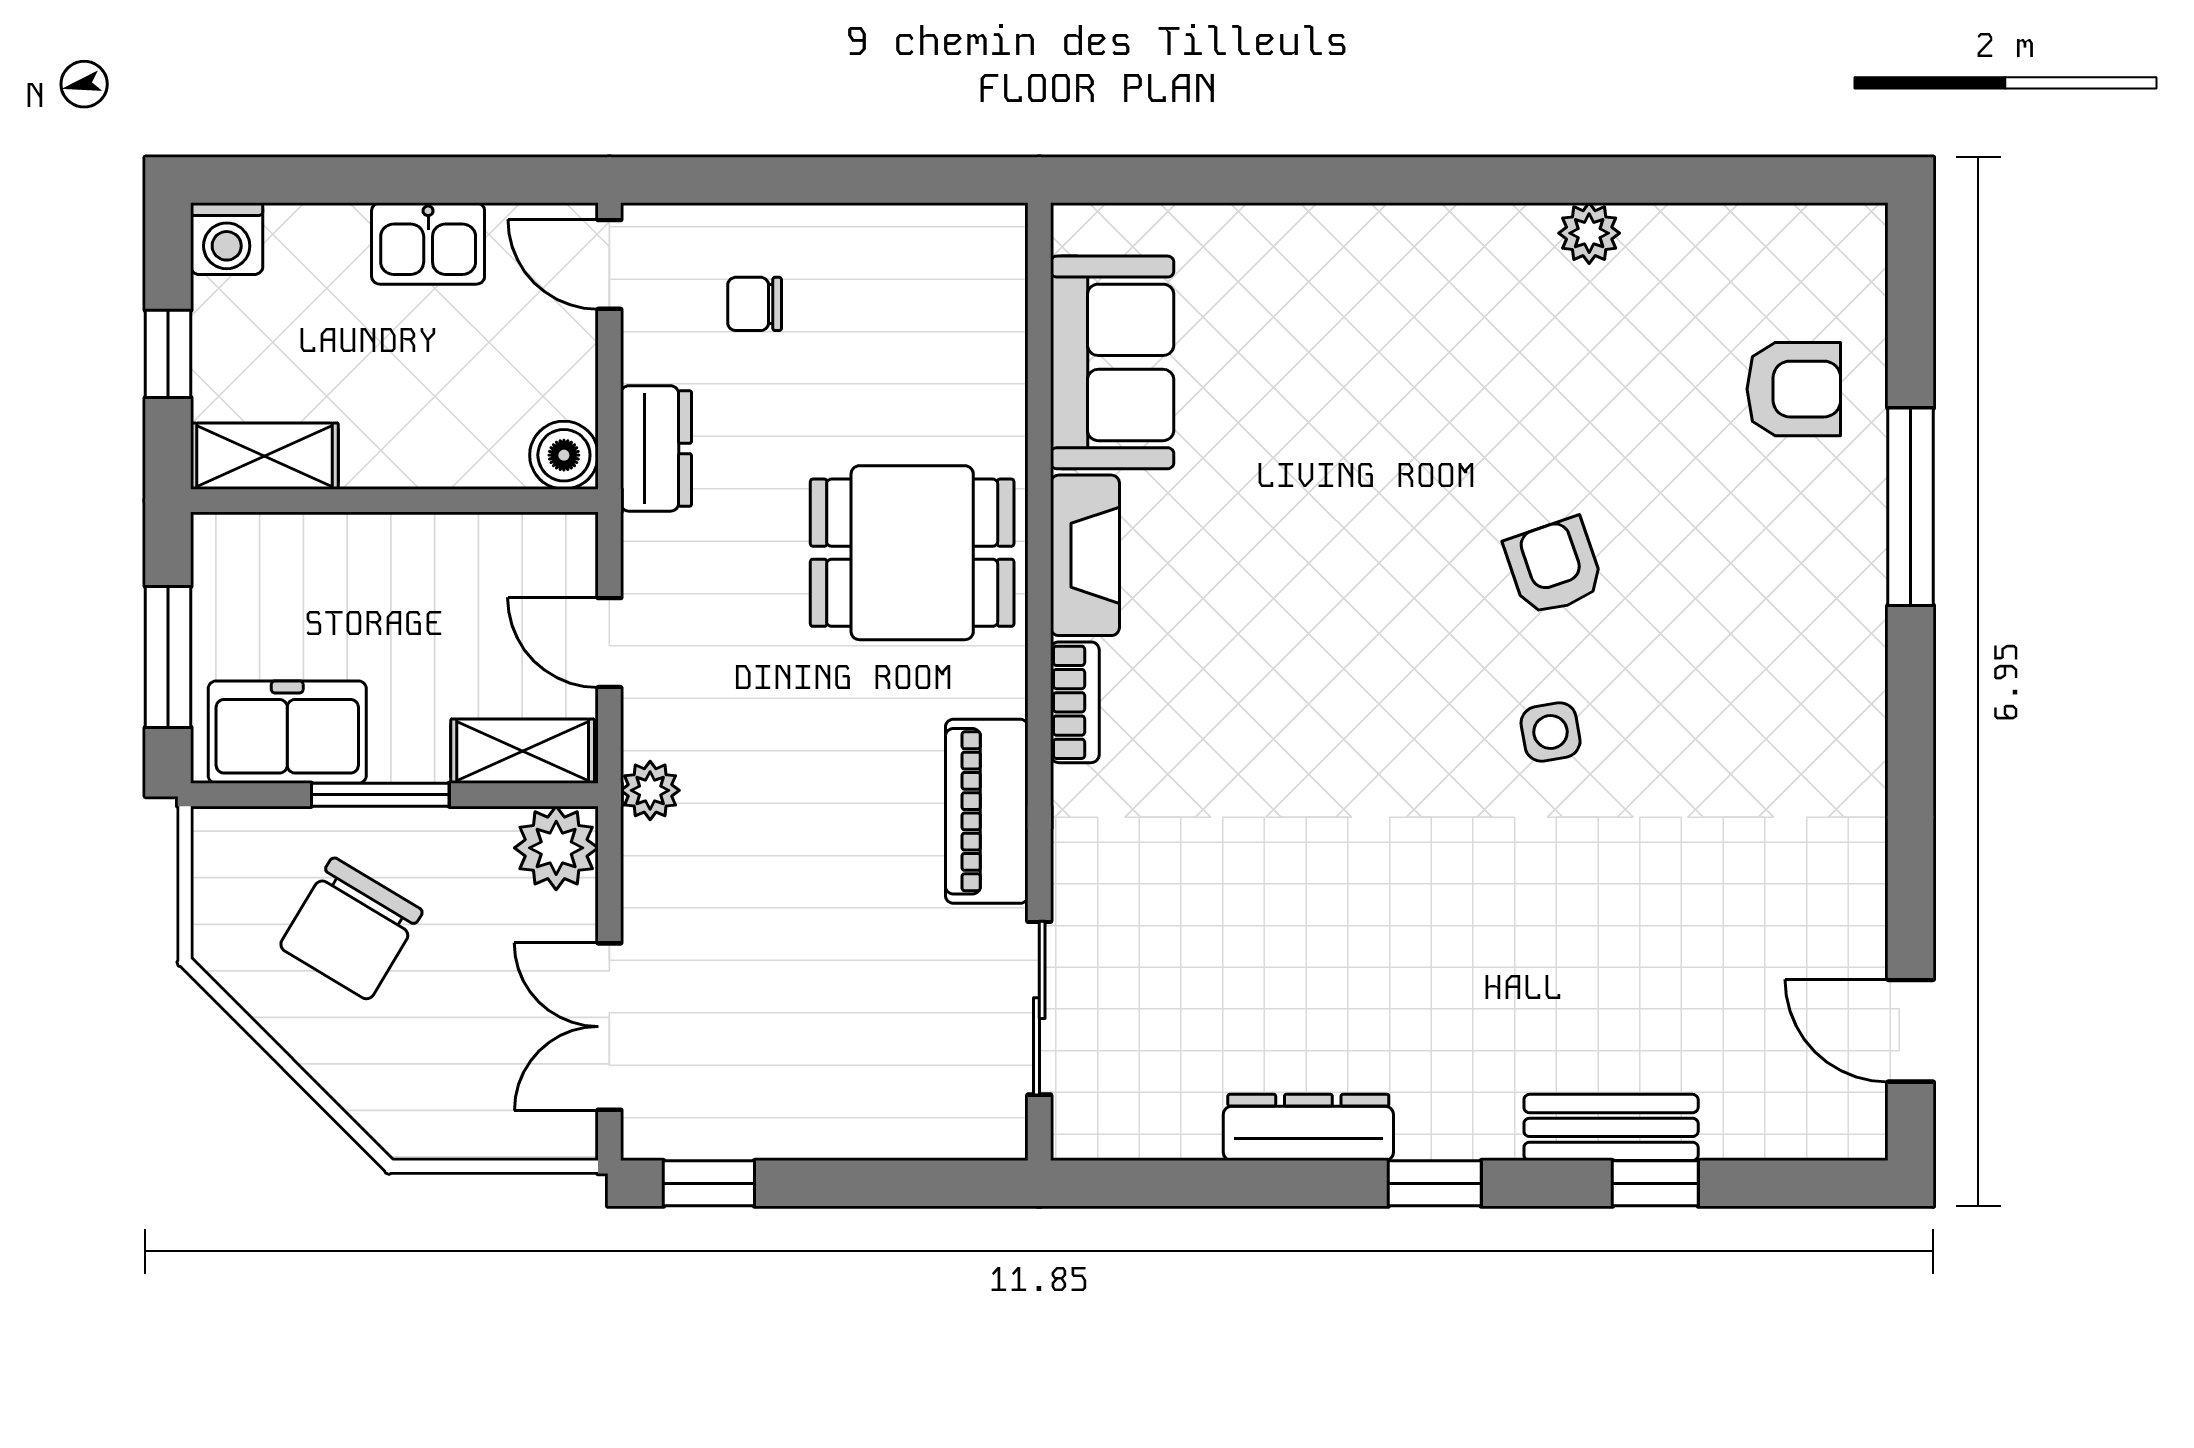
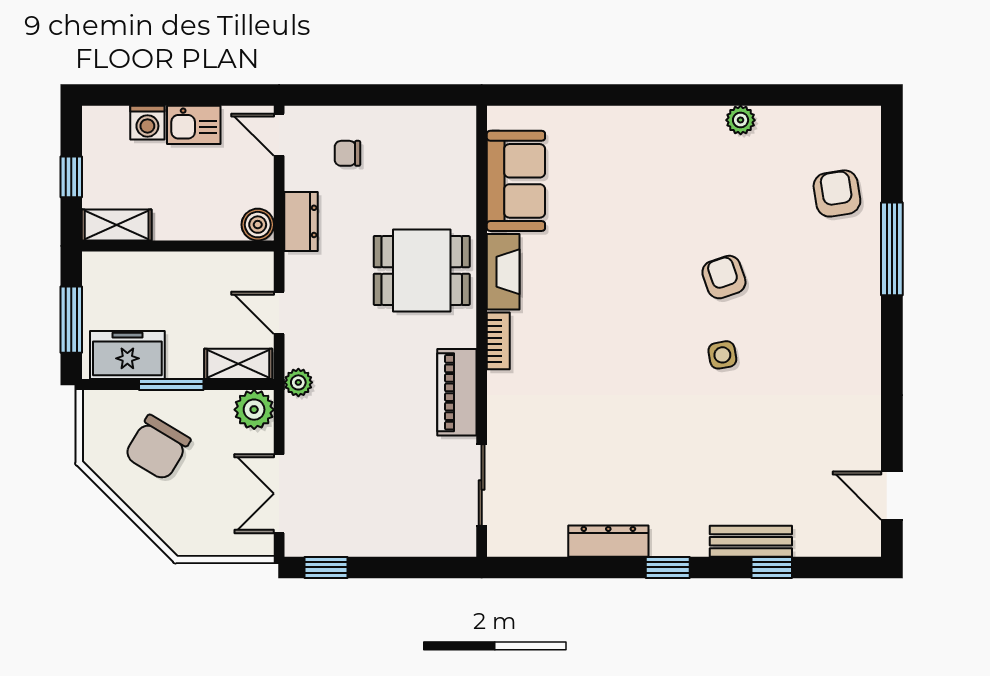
washing machine: (227, 239) -> (147, 123), moved
armchair: (1794, 389) -> (837, 193), turned -99

